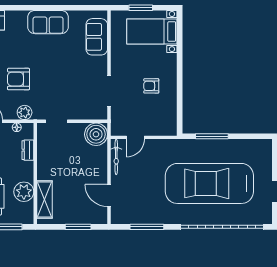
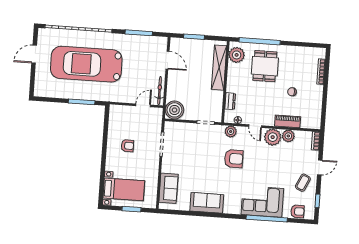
car: (209, 183) -> (86, 64), turned 180
plant: (24, 192) -> (237, 55), moved
shelving: (44, 200) -> (219, 68), width x1.47

